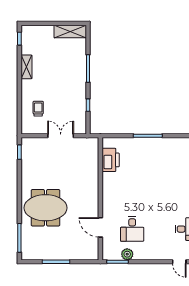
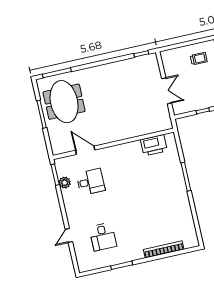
trolley: (38, 109) -> (199, 59), moved
meeting table: (46, 208) -> (64, 102), moved
door: (100, 227) -> (85, 150), hinge flipped
desk: (132, 229) -> (91, 182), turned 180

